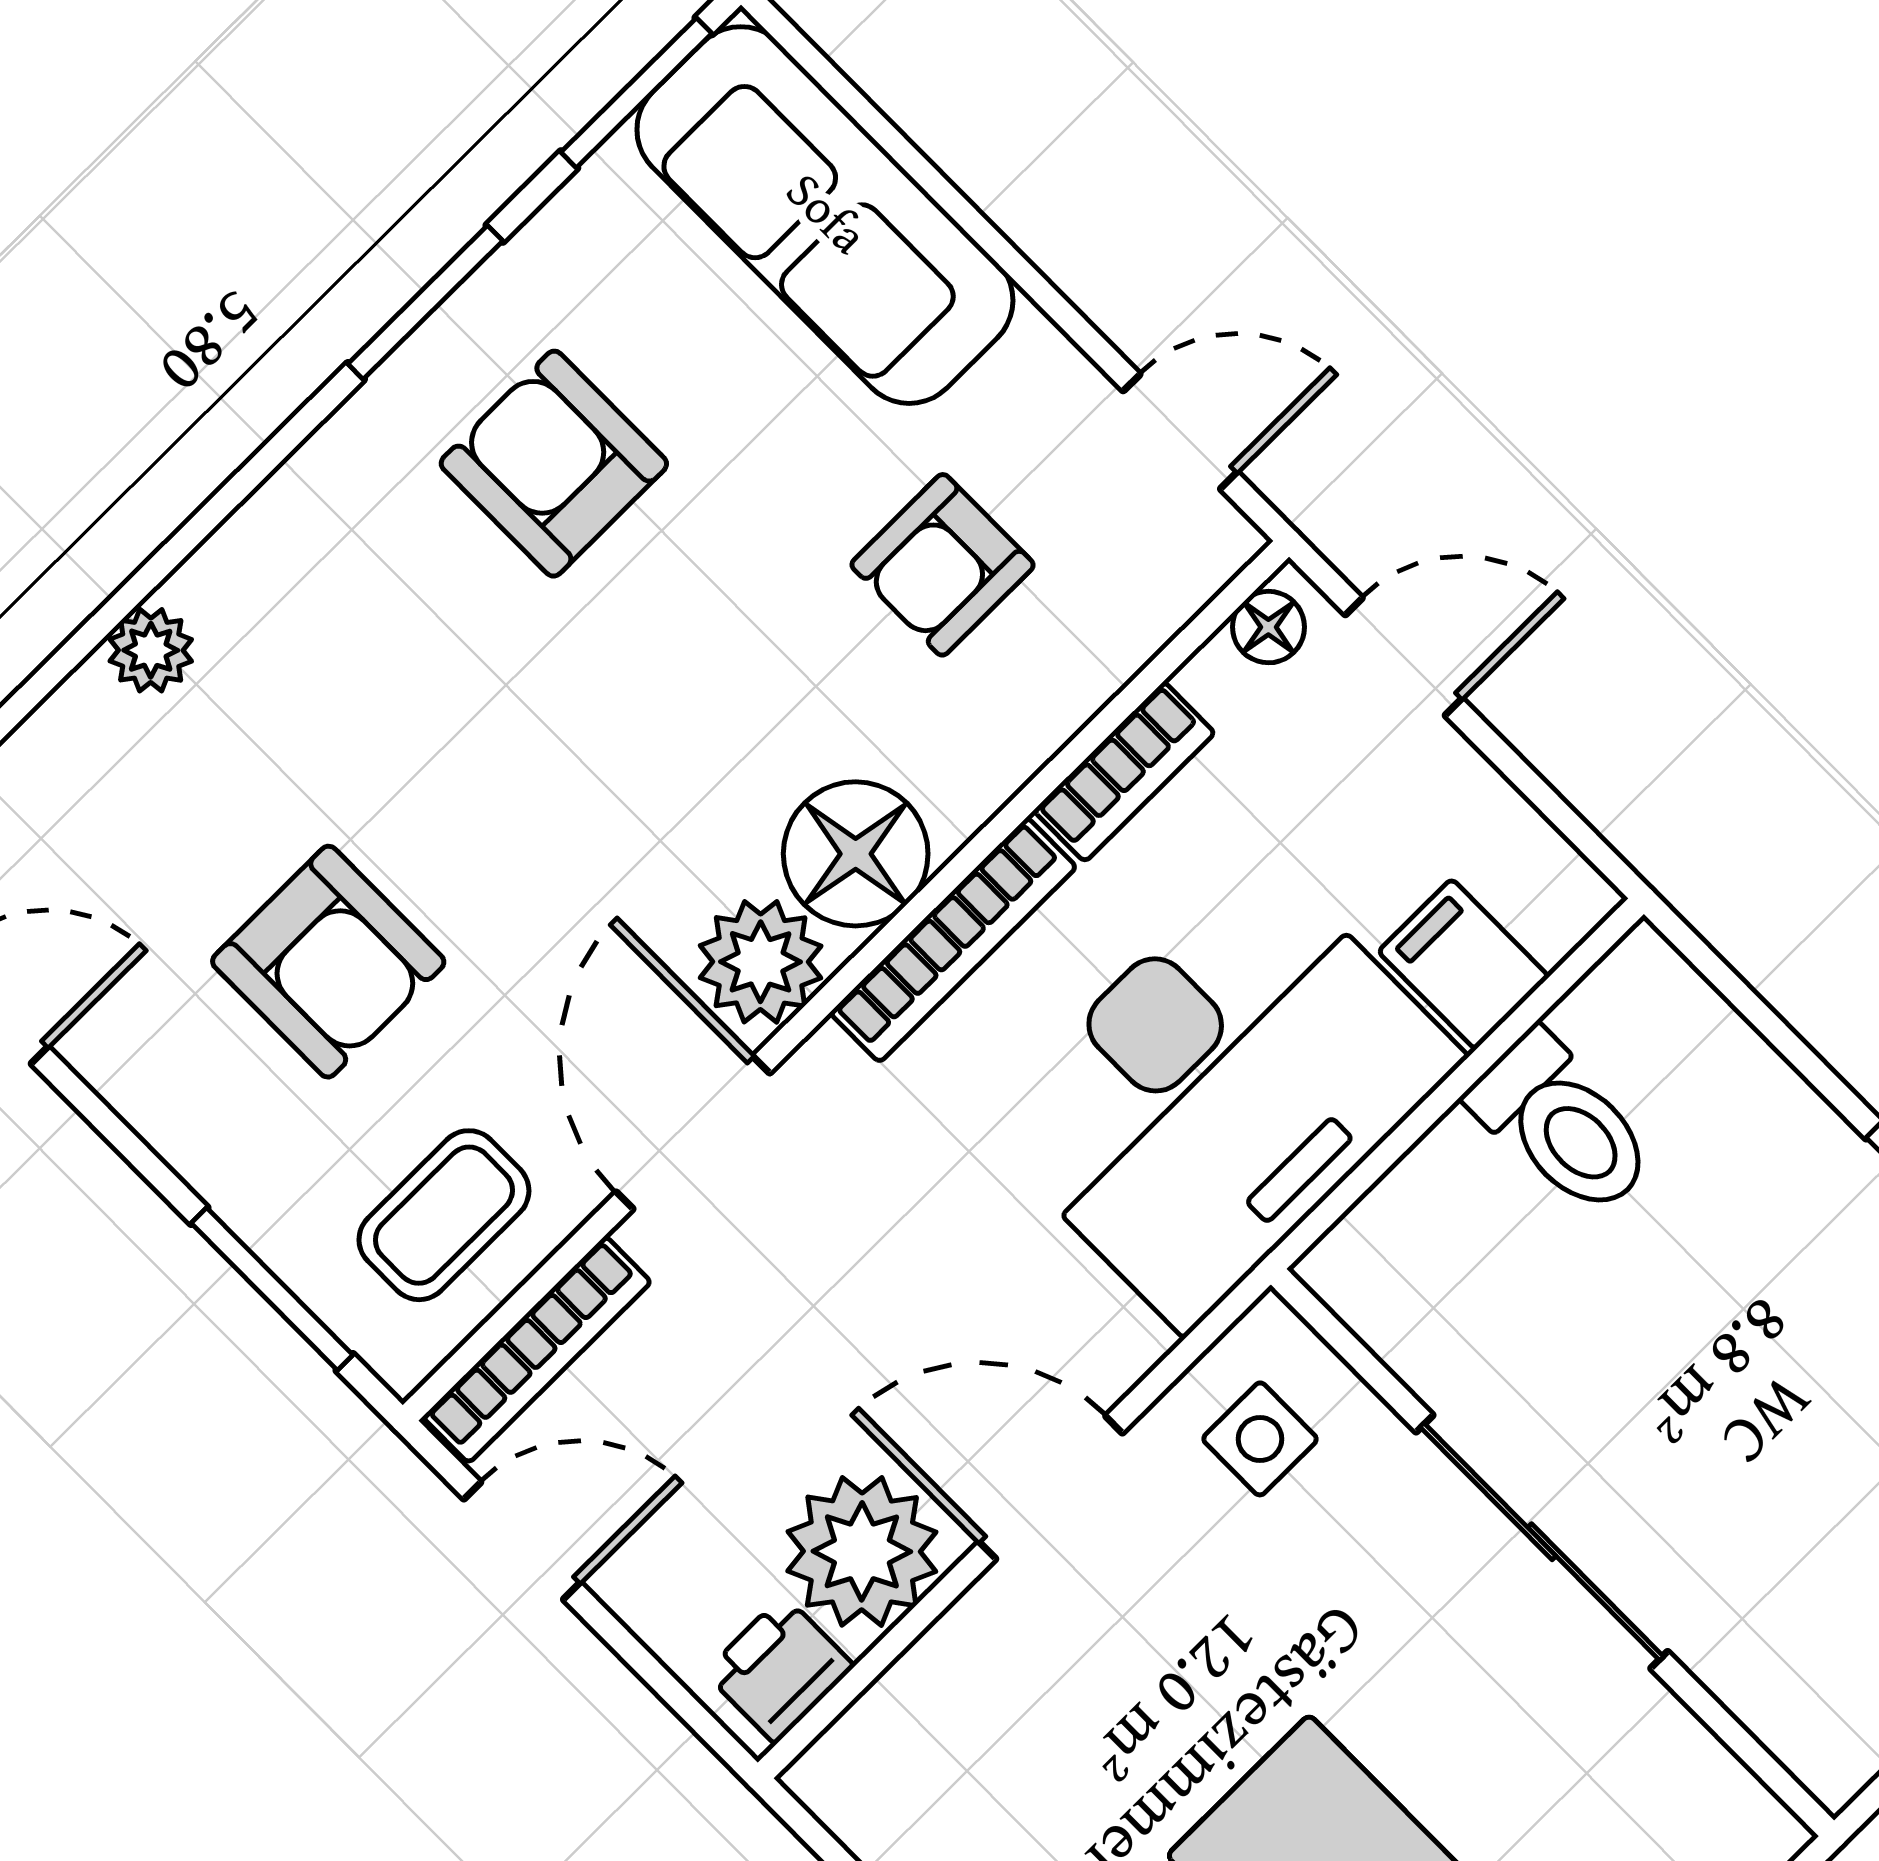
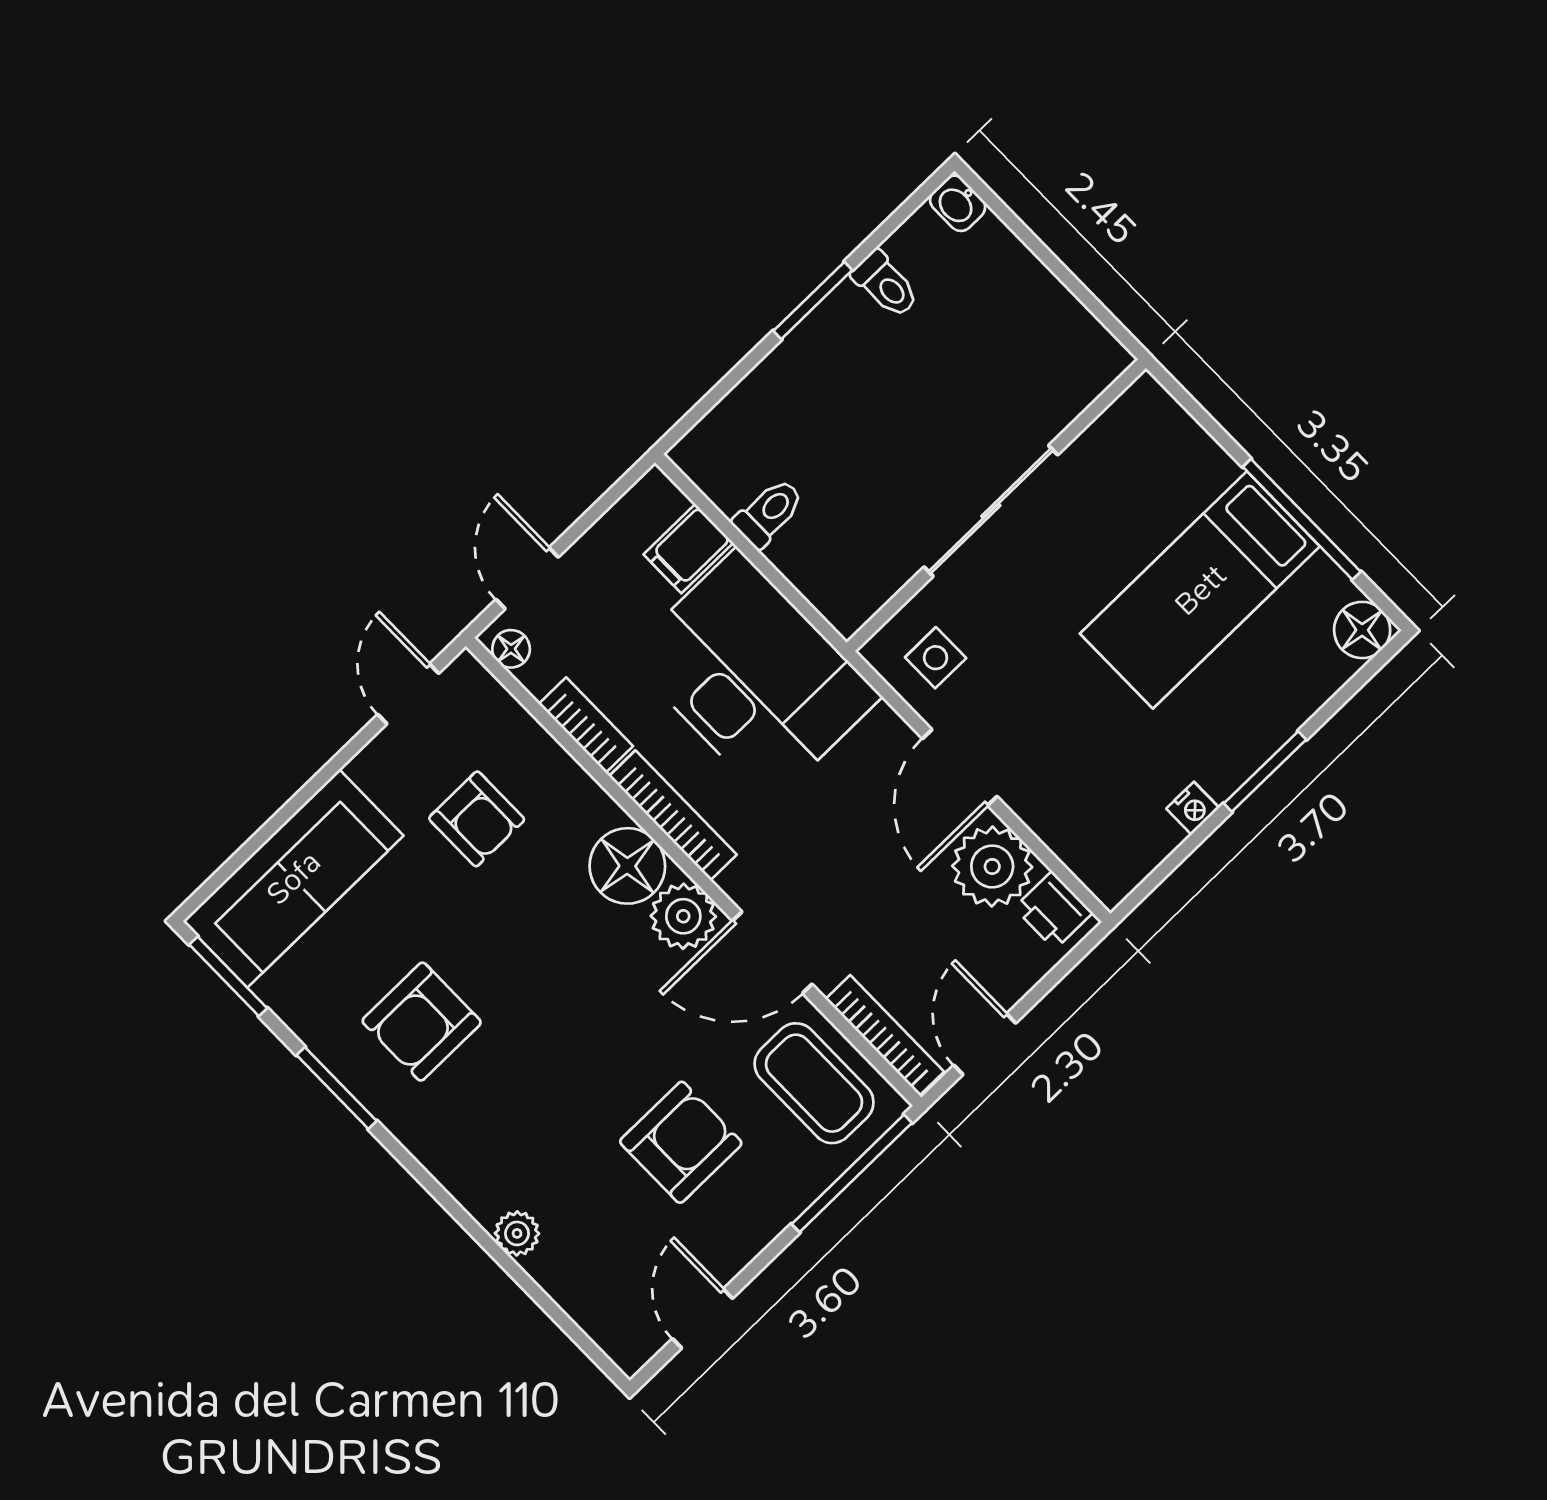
toilet: (1562, 1124) -> (769, 513), width x0.73, depth x0.72
coffee table: (444, 1215) -> (814, 1083), width x1.36, depth x1.30
window: (272, 1289) -> (852, 1173), width x1.44

